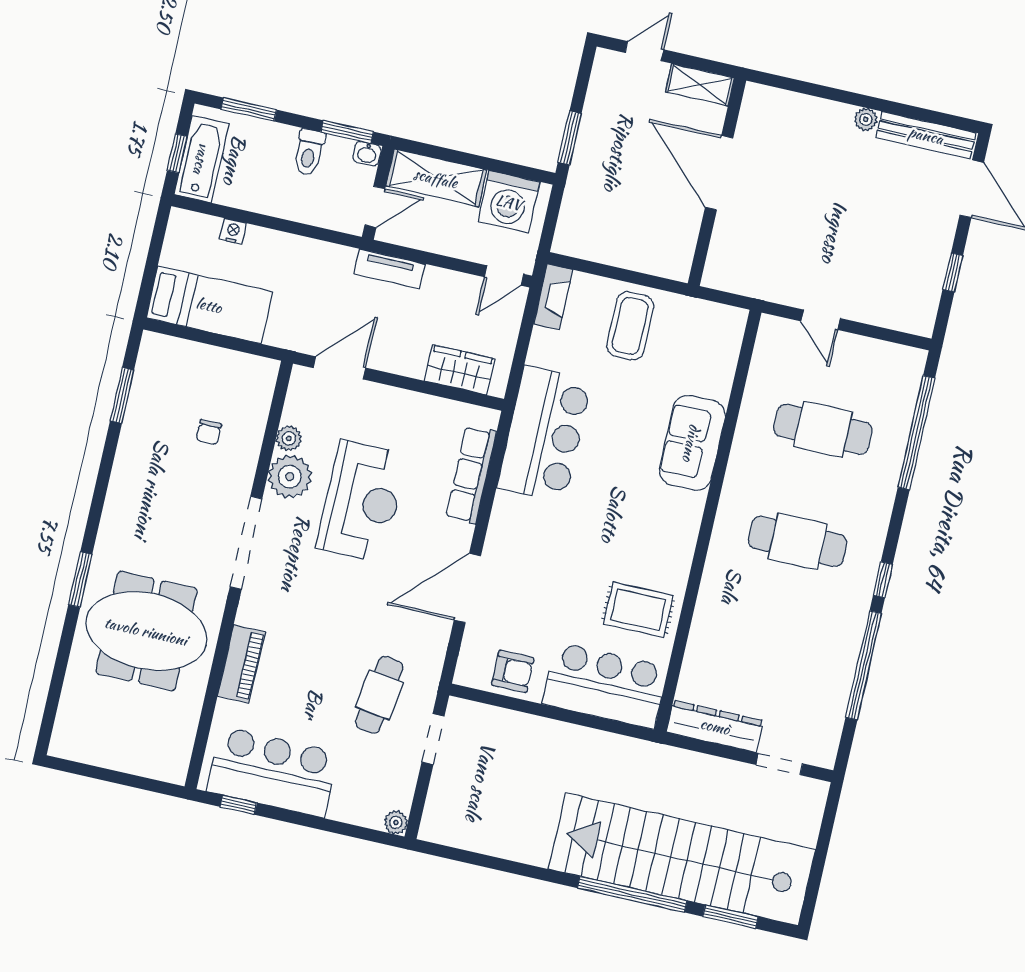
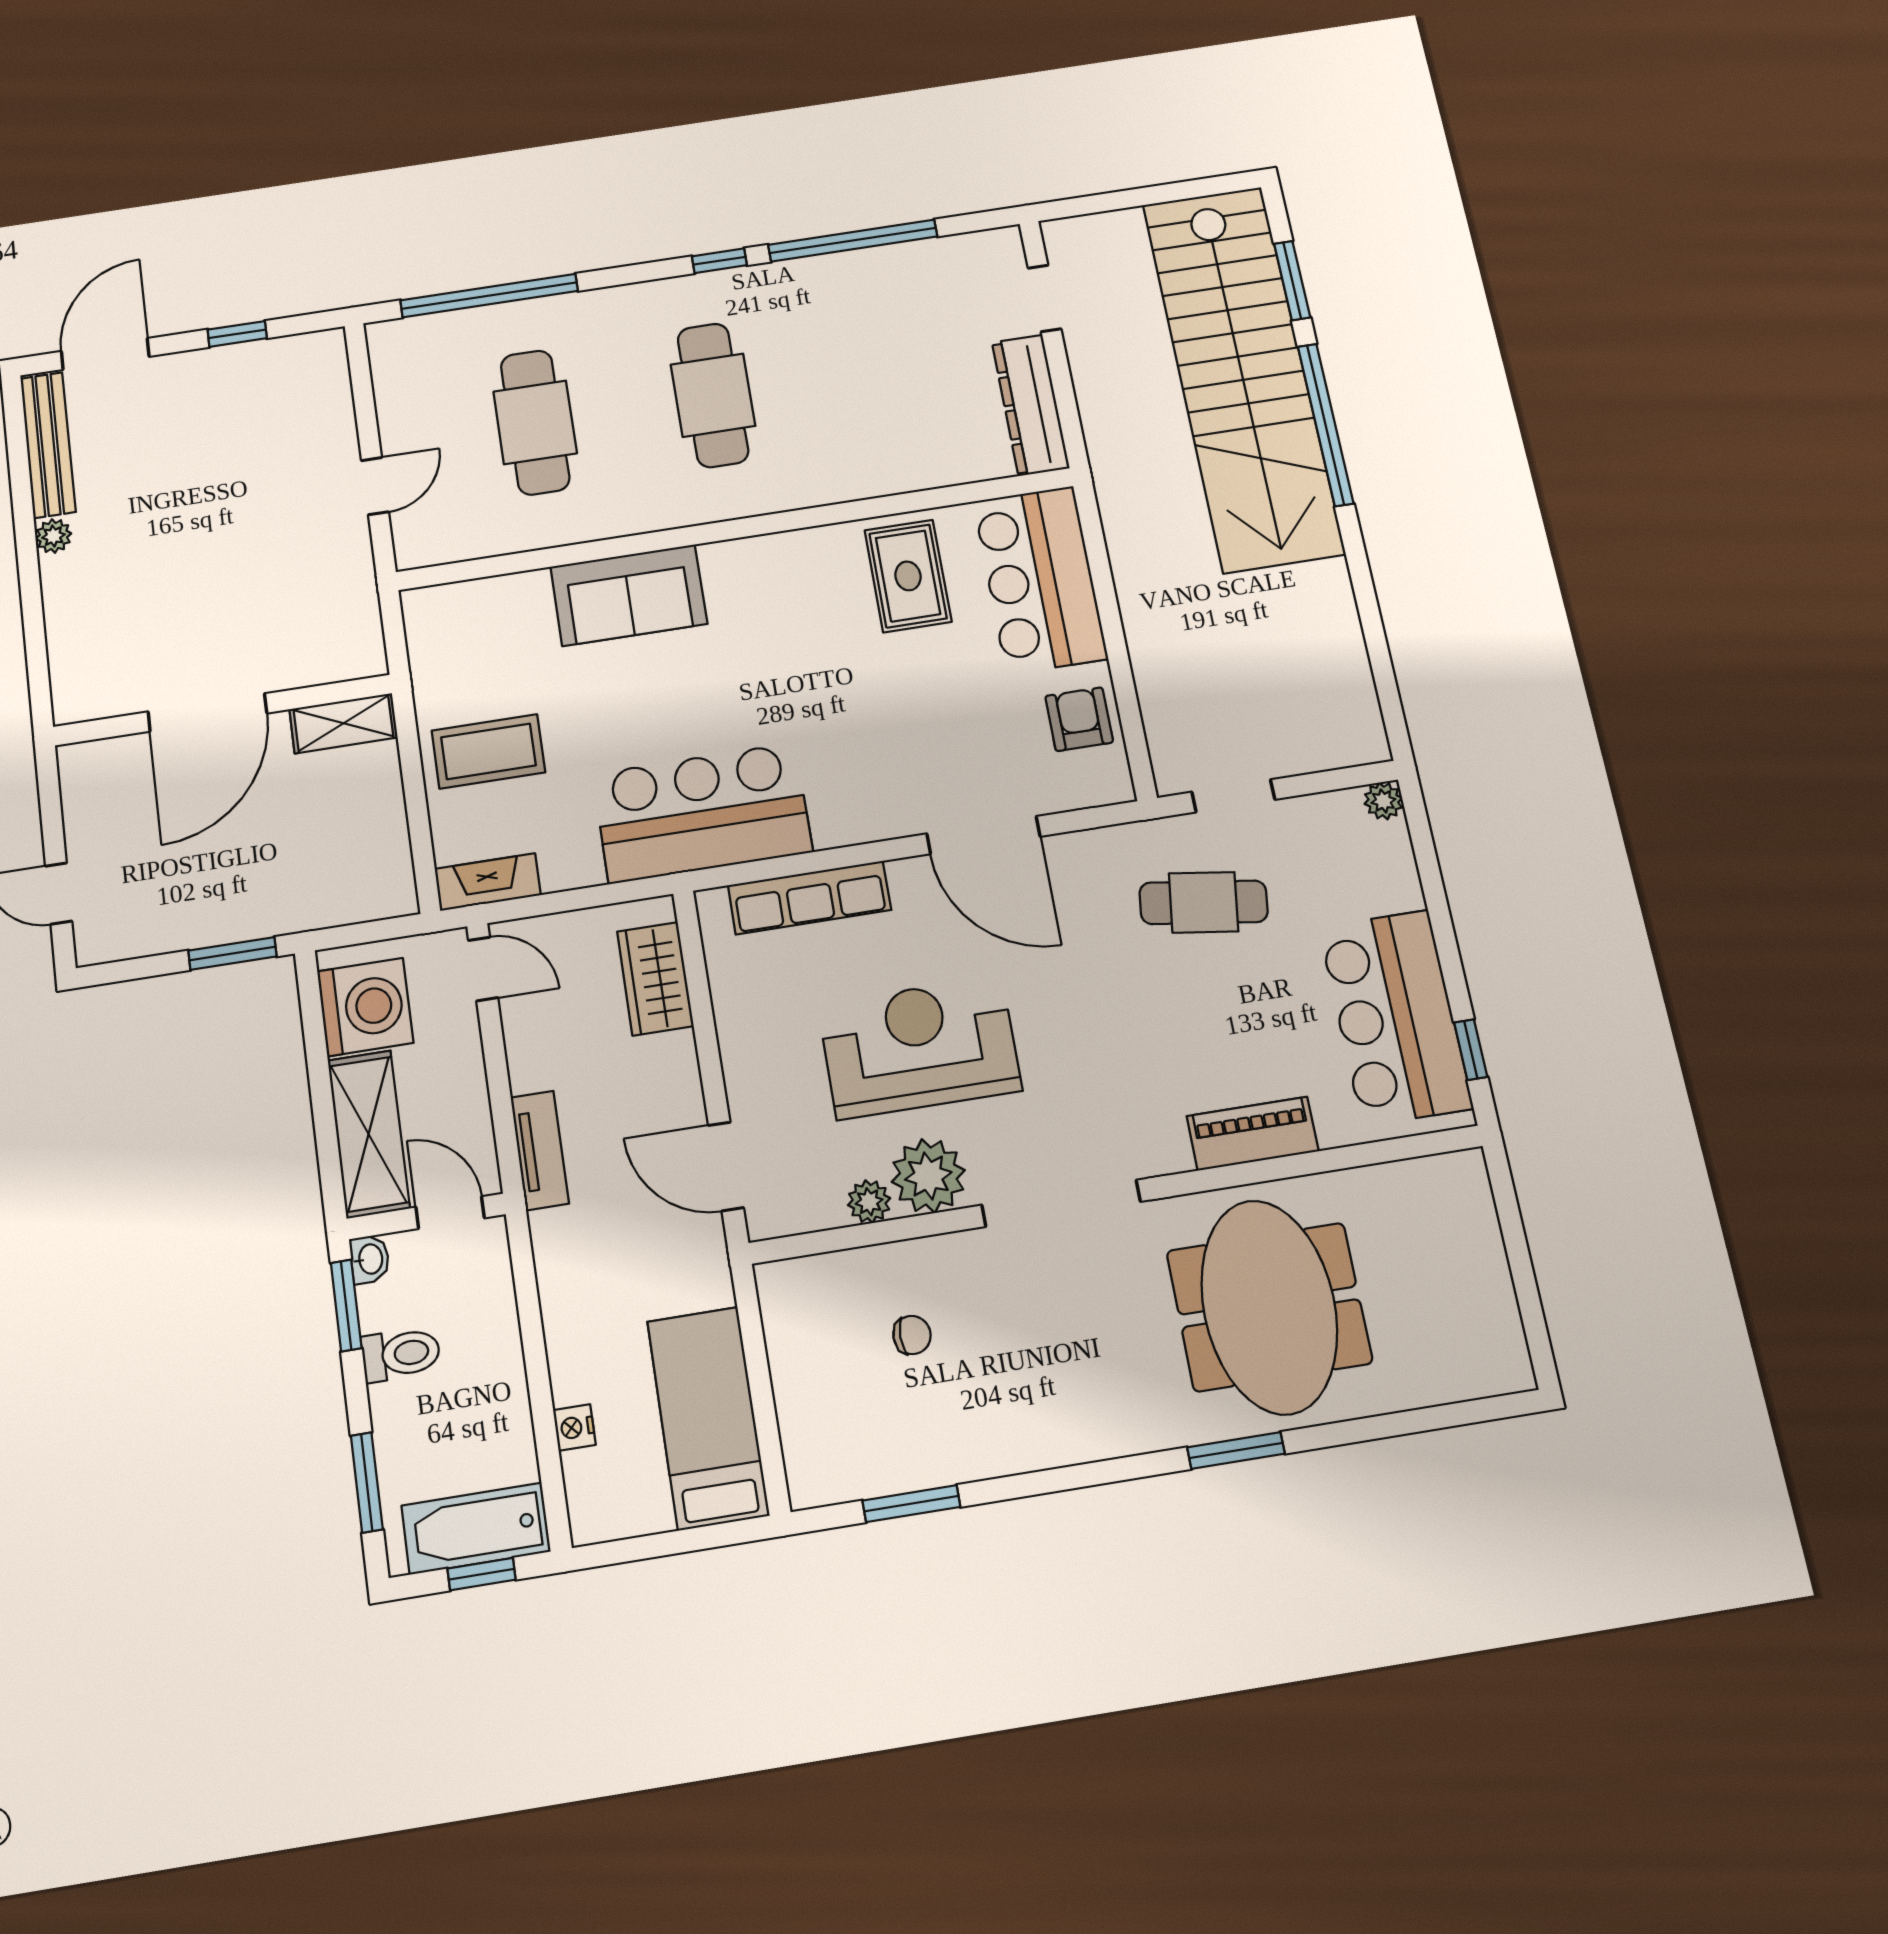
shelving: (700, 85) -> (343, 723), moved, turned 90

